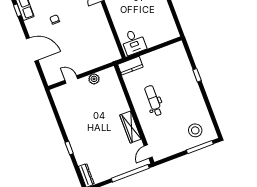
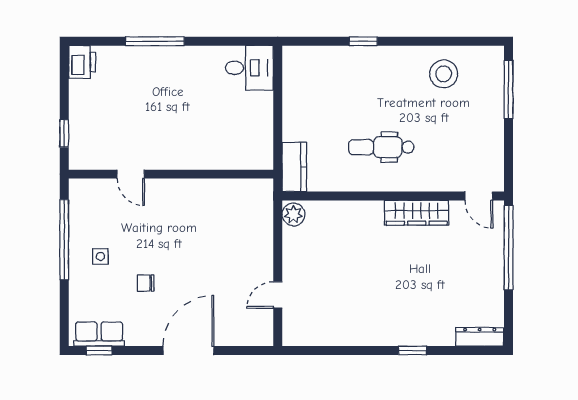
desk: (133, 42) -> (249, 68), moved
plant: (94, 79) -> (293, 214), moved
stool: (195, 130) -> (444, 74), moved

